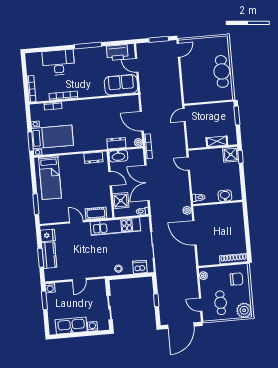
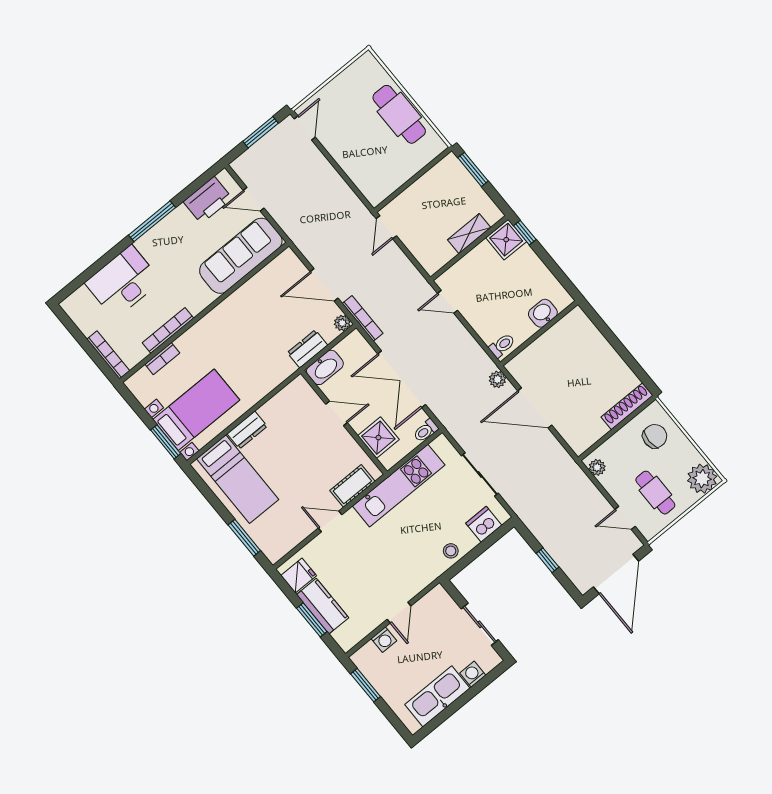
sofa: (121, 85) -> (241, 256), width x1.36
dresser: (93, 158) -> (247, 430), moved
washing machine: (50, 288) -> (384, 640), moved

